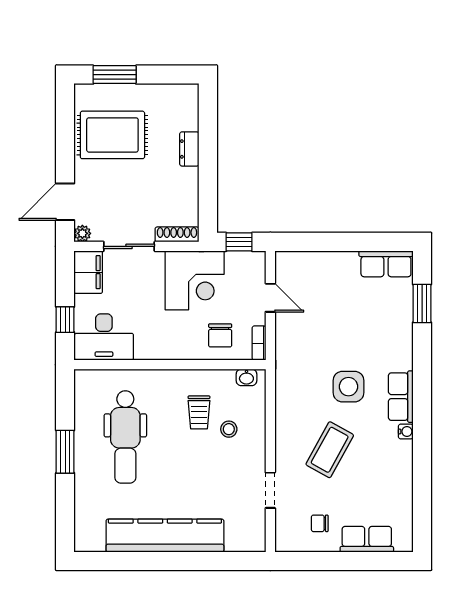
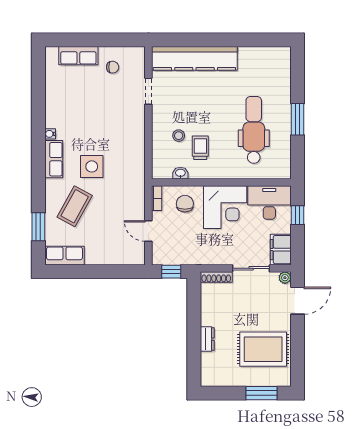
corner desk: (195, 280) -> (225, 207), moved, turned 180
washbasin: (246, 377) -> (180, 173), moved
coffee table: (330, 450) -> (75, 206), moved
kitchen counter: (165, 536) -> (194, 58), moved

